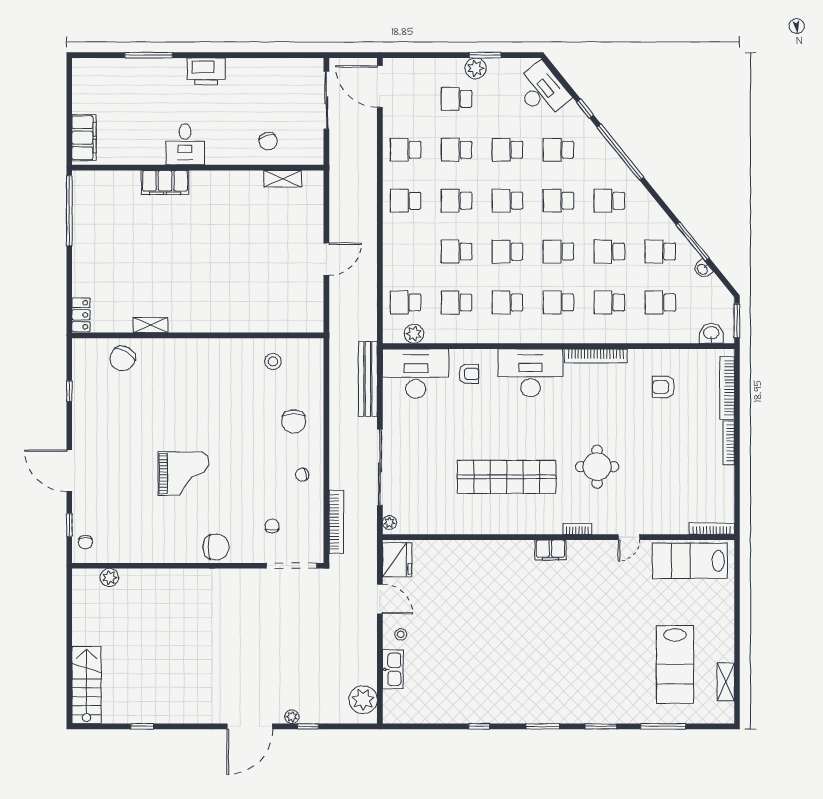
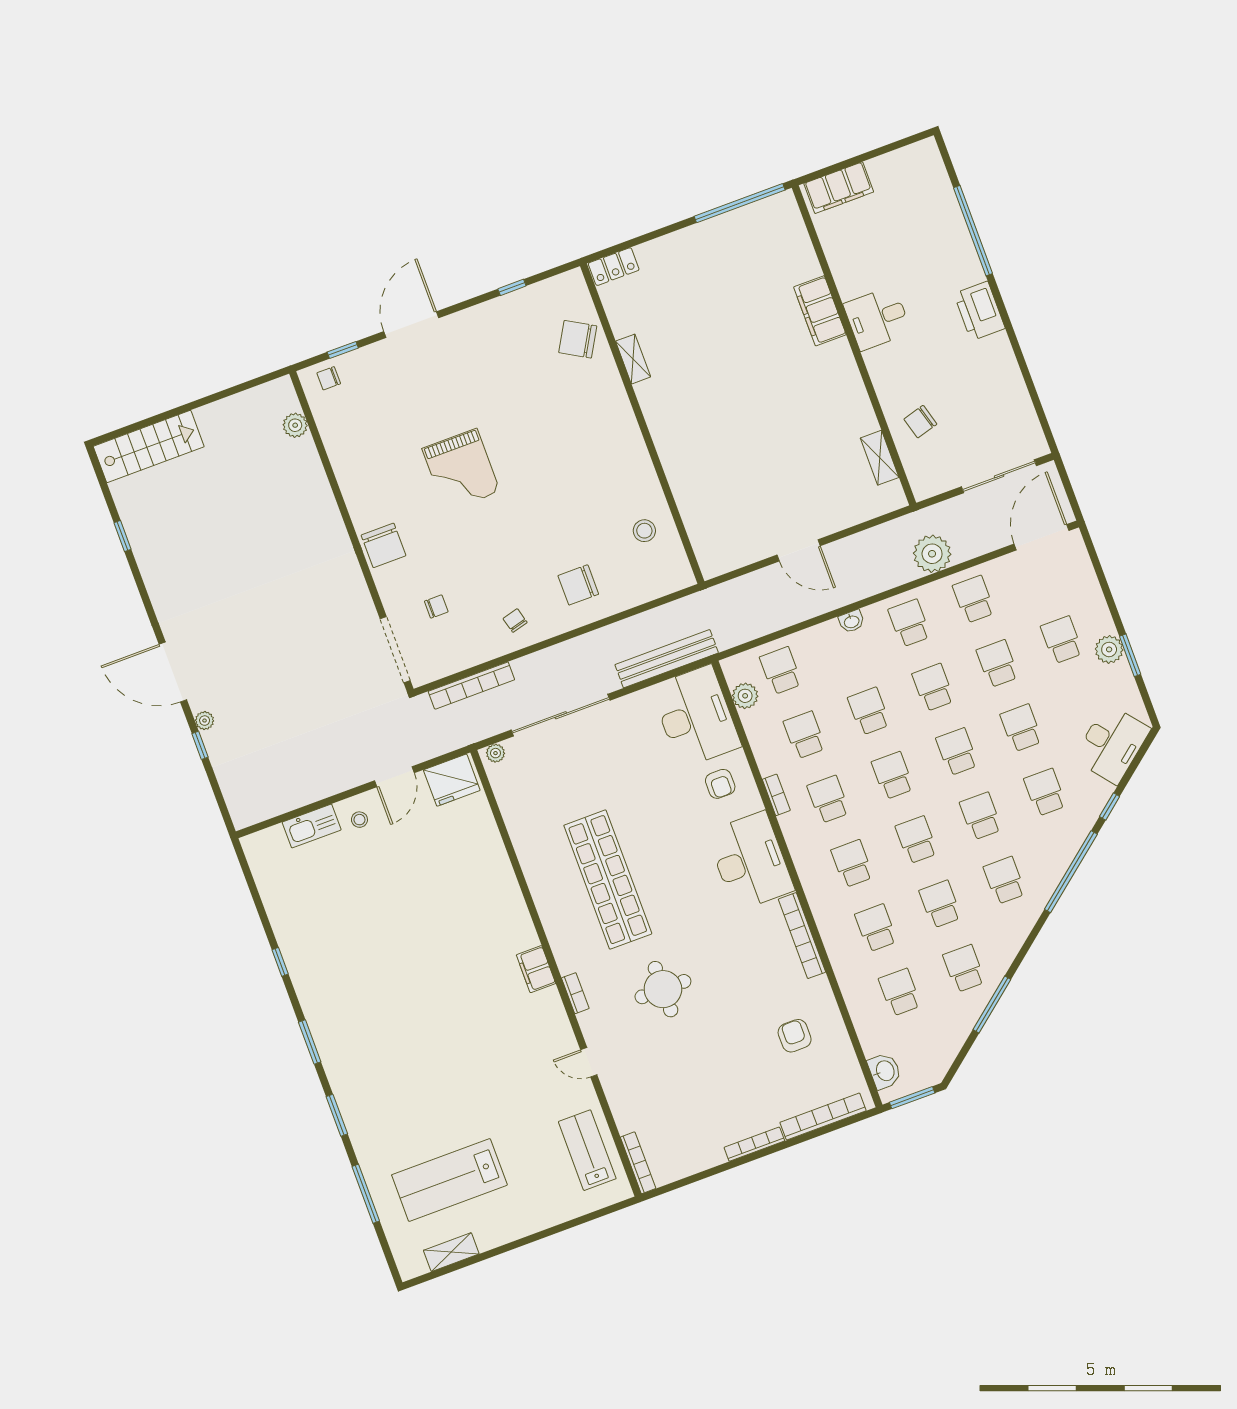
window: (149, 55) -> (973, 231), width x1.46
washbasin: (703, 269) -> (851, 621), moved, turned -141
bookcase: (491, 338) -> (776, 795), added
lab bench: (690, 561) -> (587, 1150), width x0.73, depth x0.72
plant: (363, 700) -> (932, 554), moved

